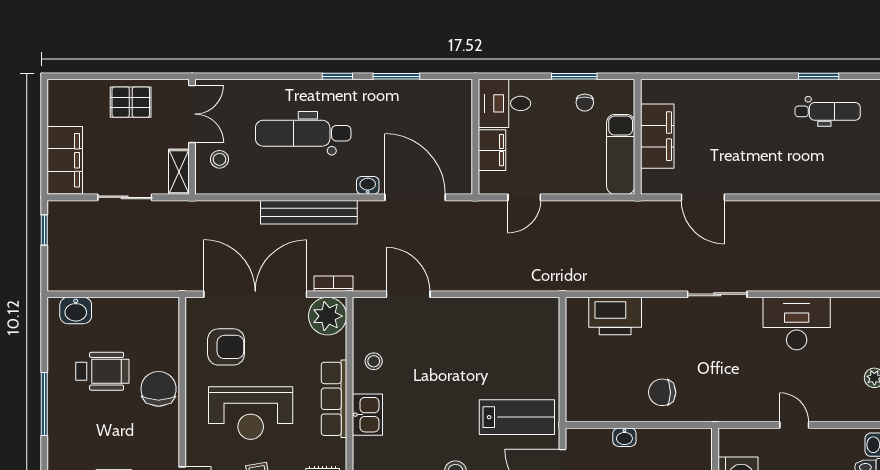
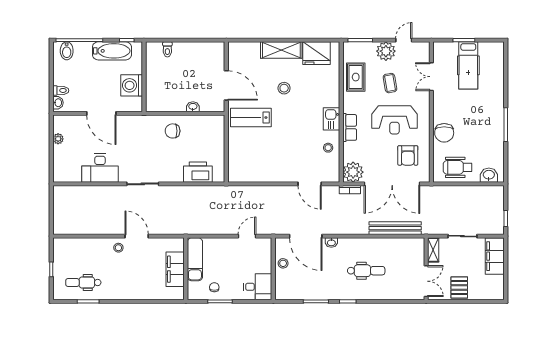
pallet: (131, 102) -> (459, 287), turned 90
double door: (192, 114) -> (426, 281), swing flipped
dental chair: (303, 133) -> (366, 271), width x0.73, depth x0.72
filing cabinet: (492, 150) -> (264, 262), removed
stool: (220, 159) -> (283, 263), moved
stool: (763, 176) -> (118, 248), added
door: (703, 197) -> (137, 236), moved
bench: (309, 212) -> (395, 228), moved
armchair: (226, 347) -> (408, 155), turned -90
wheelchair: (102, 371) -> (458, 167), moved
chair: (662, 392) -> (173, 131), turned 180
row of seats: (334, 399) -> (350, 127), width x0.68
reception desk: (251, 413) -> (395, 120), turned 180
door: (794, 425) -> (101, 113), width x1.87

